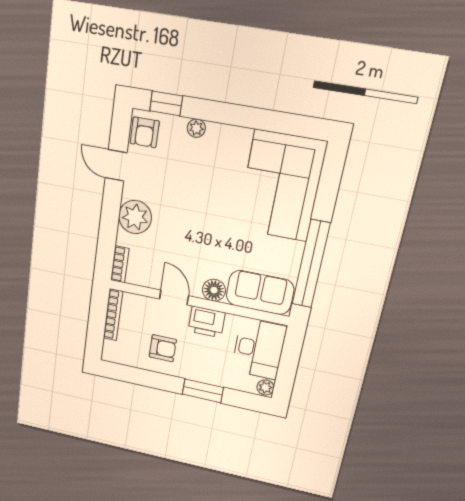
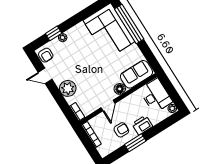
window: (166, 103) -> (54, 33), moved
window: (311, 264) -> (129, 24), moved
door: (174, 297) -> (108, 106), swing flipped
printer: (207, 322) -> (142, 125), moved, turned 180
window: (203, 391) -> (135, 143), moved

